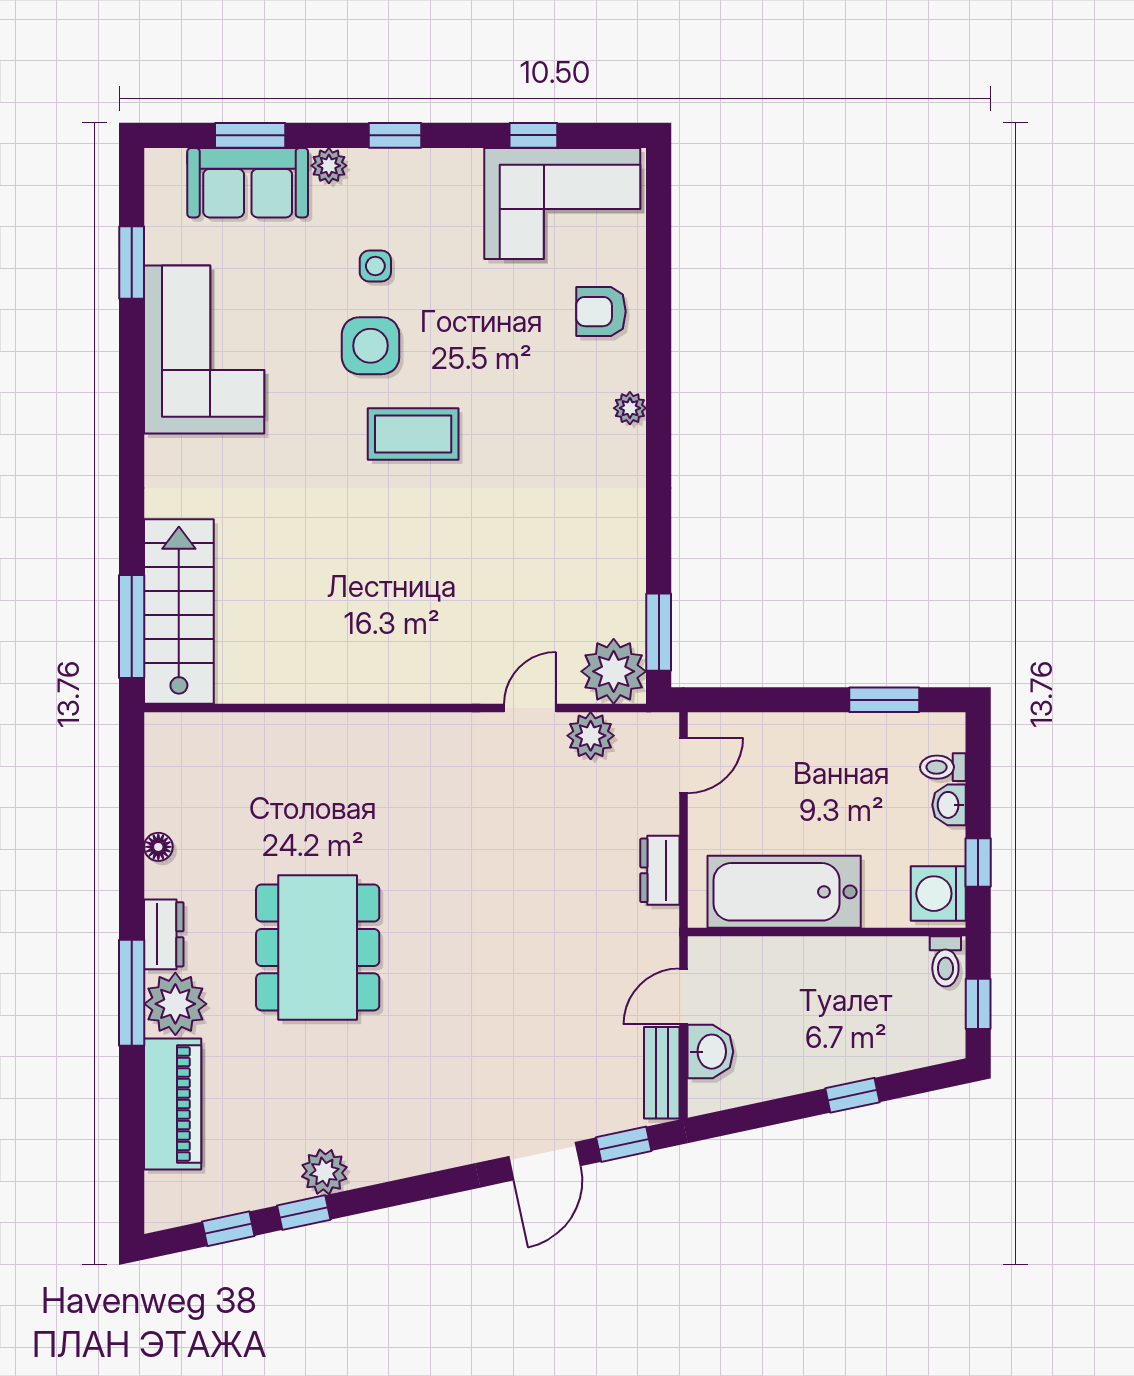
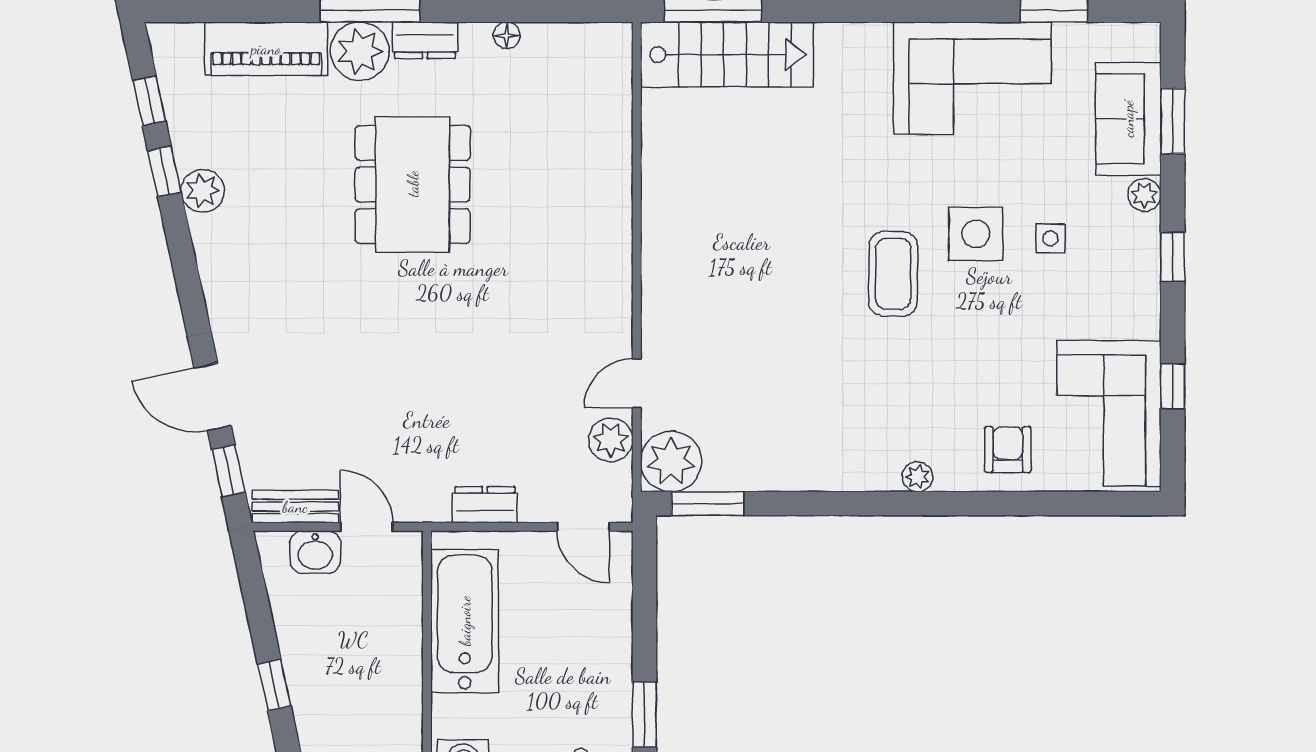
door: (530, 708) -> (637, 383), swing flipped
dining table: (318, 947) -> (413, 184), turned 90

